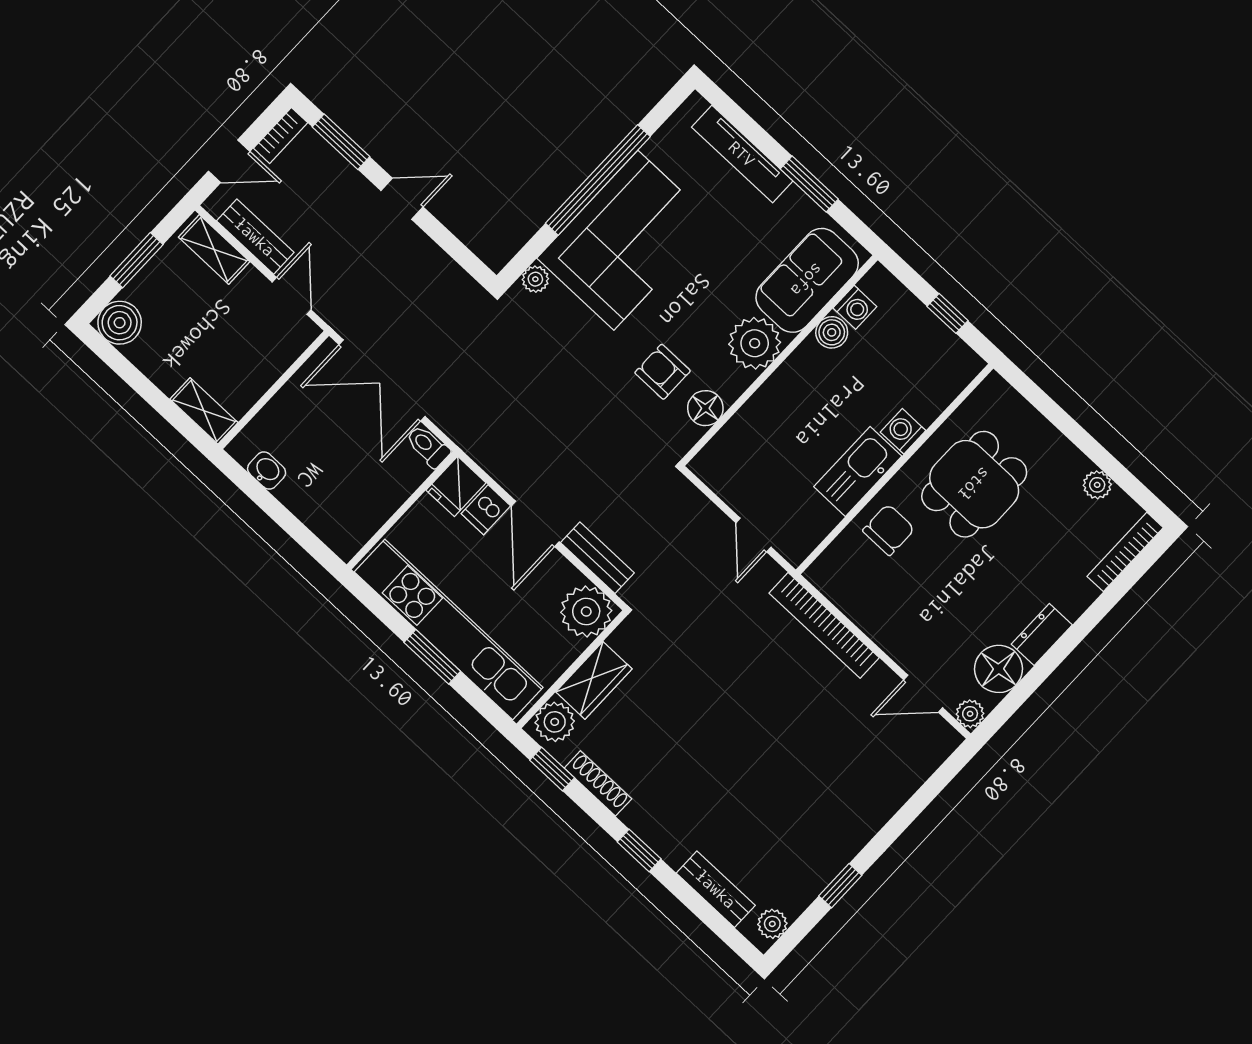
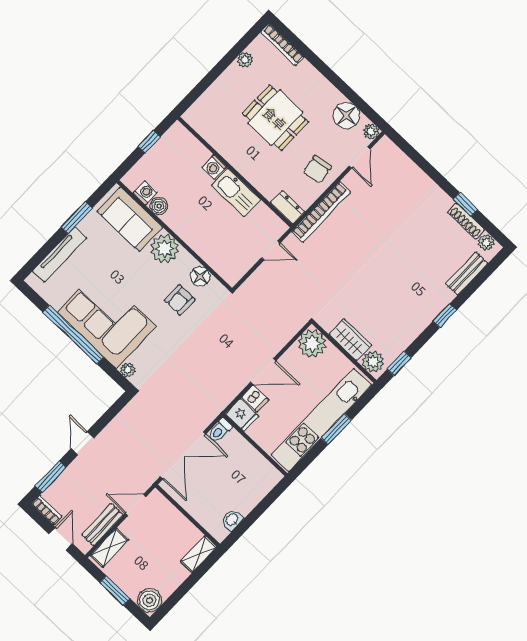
dining table: (974, 484) -> (275, 118), moved
chair: (889, 530) -> (317, 169), moved, turned -99
bench: (597, 558) -> (282, 337), removed
dresser: (1042, 634) -> (287, 207), moved, turned 180
shoe rack: (598, 783) -> (466, 221), moved, turned -90

